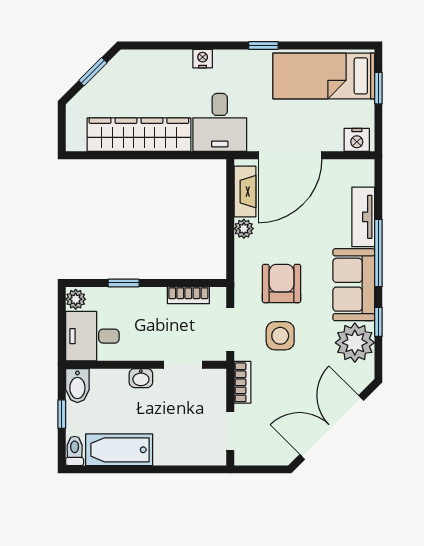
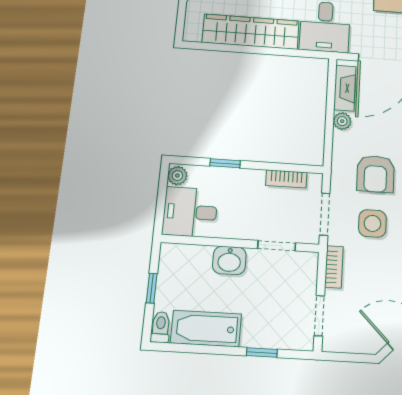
armchair: (282, 284) -> (375, 174), turned 180
washbasin: (141, 378) -> (229, 260), width x1.38, depth x1.45
bidet: (77, 386) -> (170, 260), removed
window: (176, 469) -> (262, 352), added

